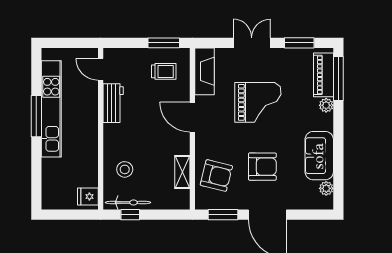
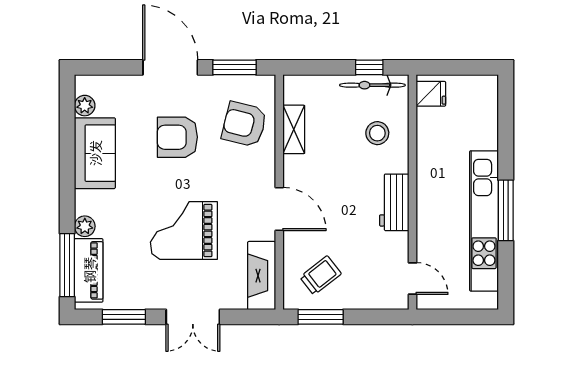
trolley: (164, 71) -> (321, 275), turned 142
workbench: (113, 103) -> (394, 202), moved

